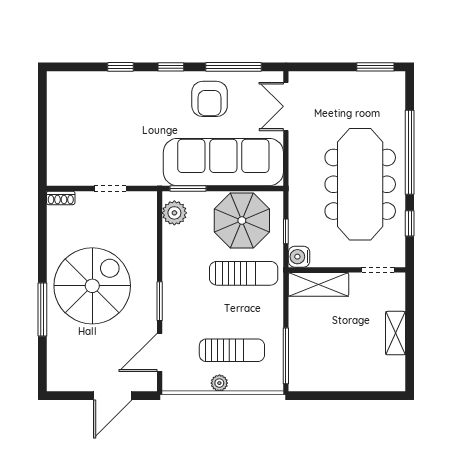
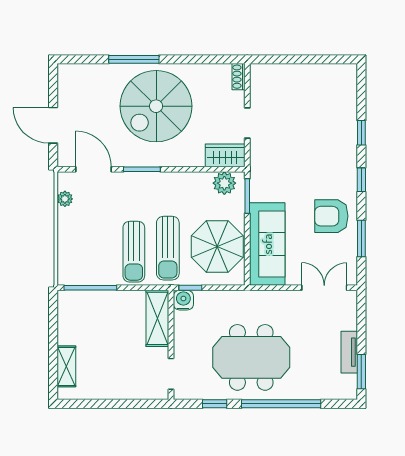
window: (233, 67) -> (361, 239), width x0.69
tv unit: (354, 80) -> (349, 352), added
sofa: (223, 162) -> (267, 244), width x0.74, depth x0.79
meeting table: (360, 184) -> (251, 357), width x0.73
wardrobe: (145, 212) -> (225, 155), added
window: (286, 231) -> (190, 288), moved
spiral stairs: (92, 286) -> (156, 106), turned 90
shelving: (395, 333) -> (66, 366), moved, turned 90
sun lounger: (232, 350) -> (134, 252), moved
plant: (219, 383) -> (65, 199), moved

